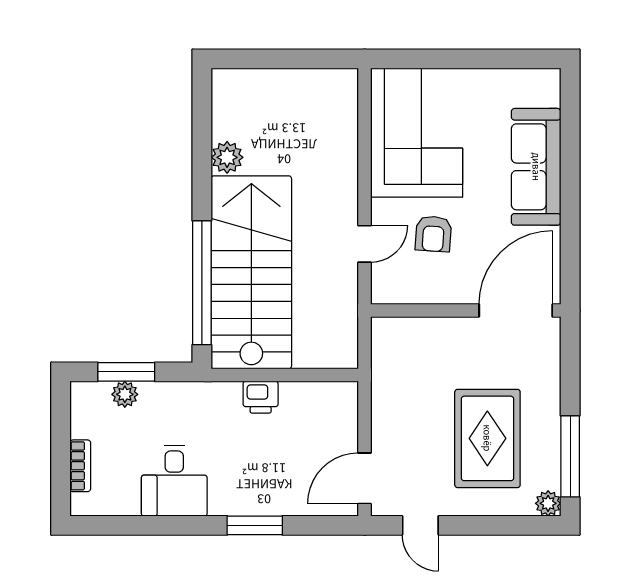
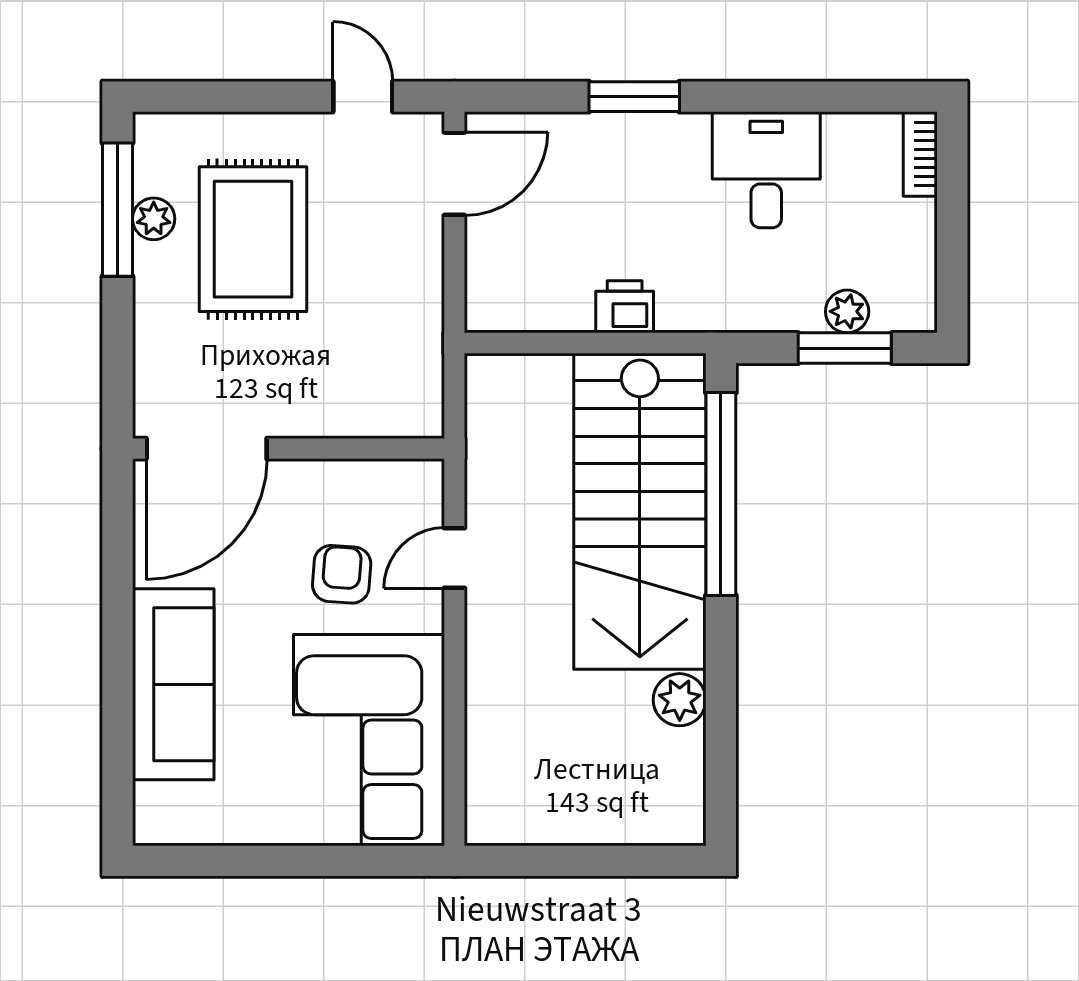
bookcase: (80, 466) -> (920, 154), moved
plant: (548, 503) -> (154, 219), moved

